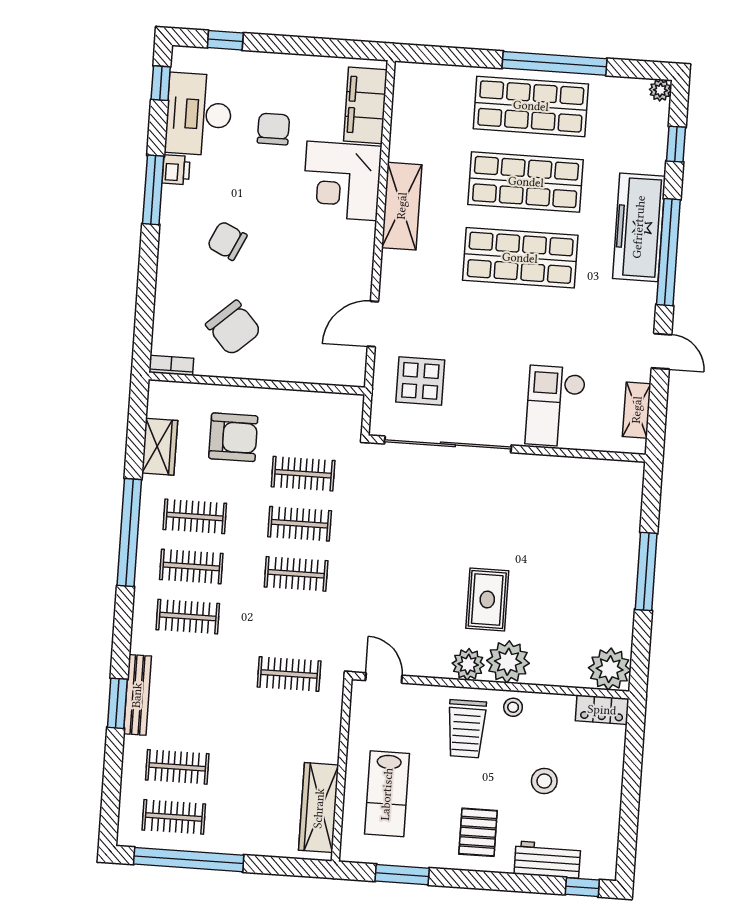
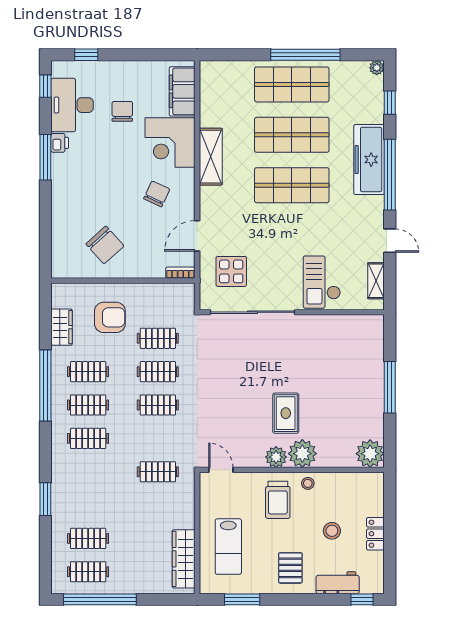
chair: (227, 241) -> (157, 194), moved, turned 90
bookcase: (171, 365) -> (180, 273), moved
bench: (137, 695) -> (58, 493), removed
locker: (602, 710) -> (375, 534), moved, turned 90

